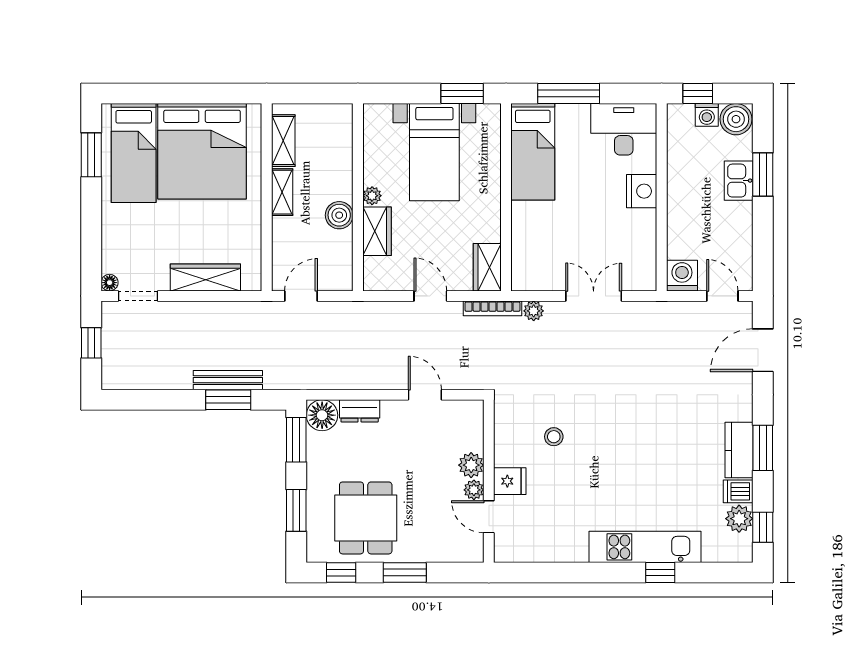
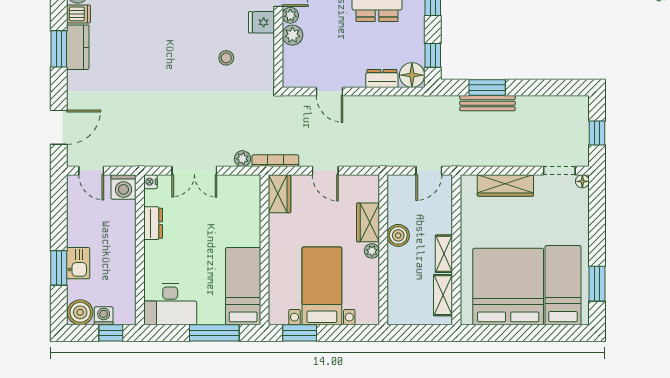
nightstand: (642, 191) -> (150, 182), moved, width x0.53, depth x0.56
dresser: (645, 230) -> (153, 223), added
window: (296, 440) -> (433, 55), width x0.67

